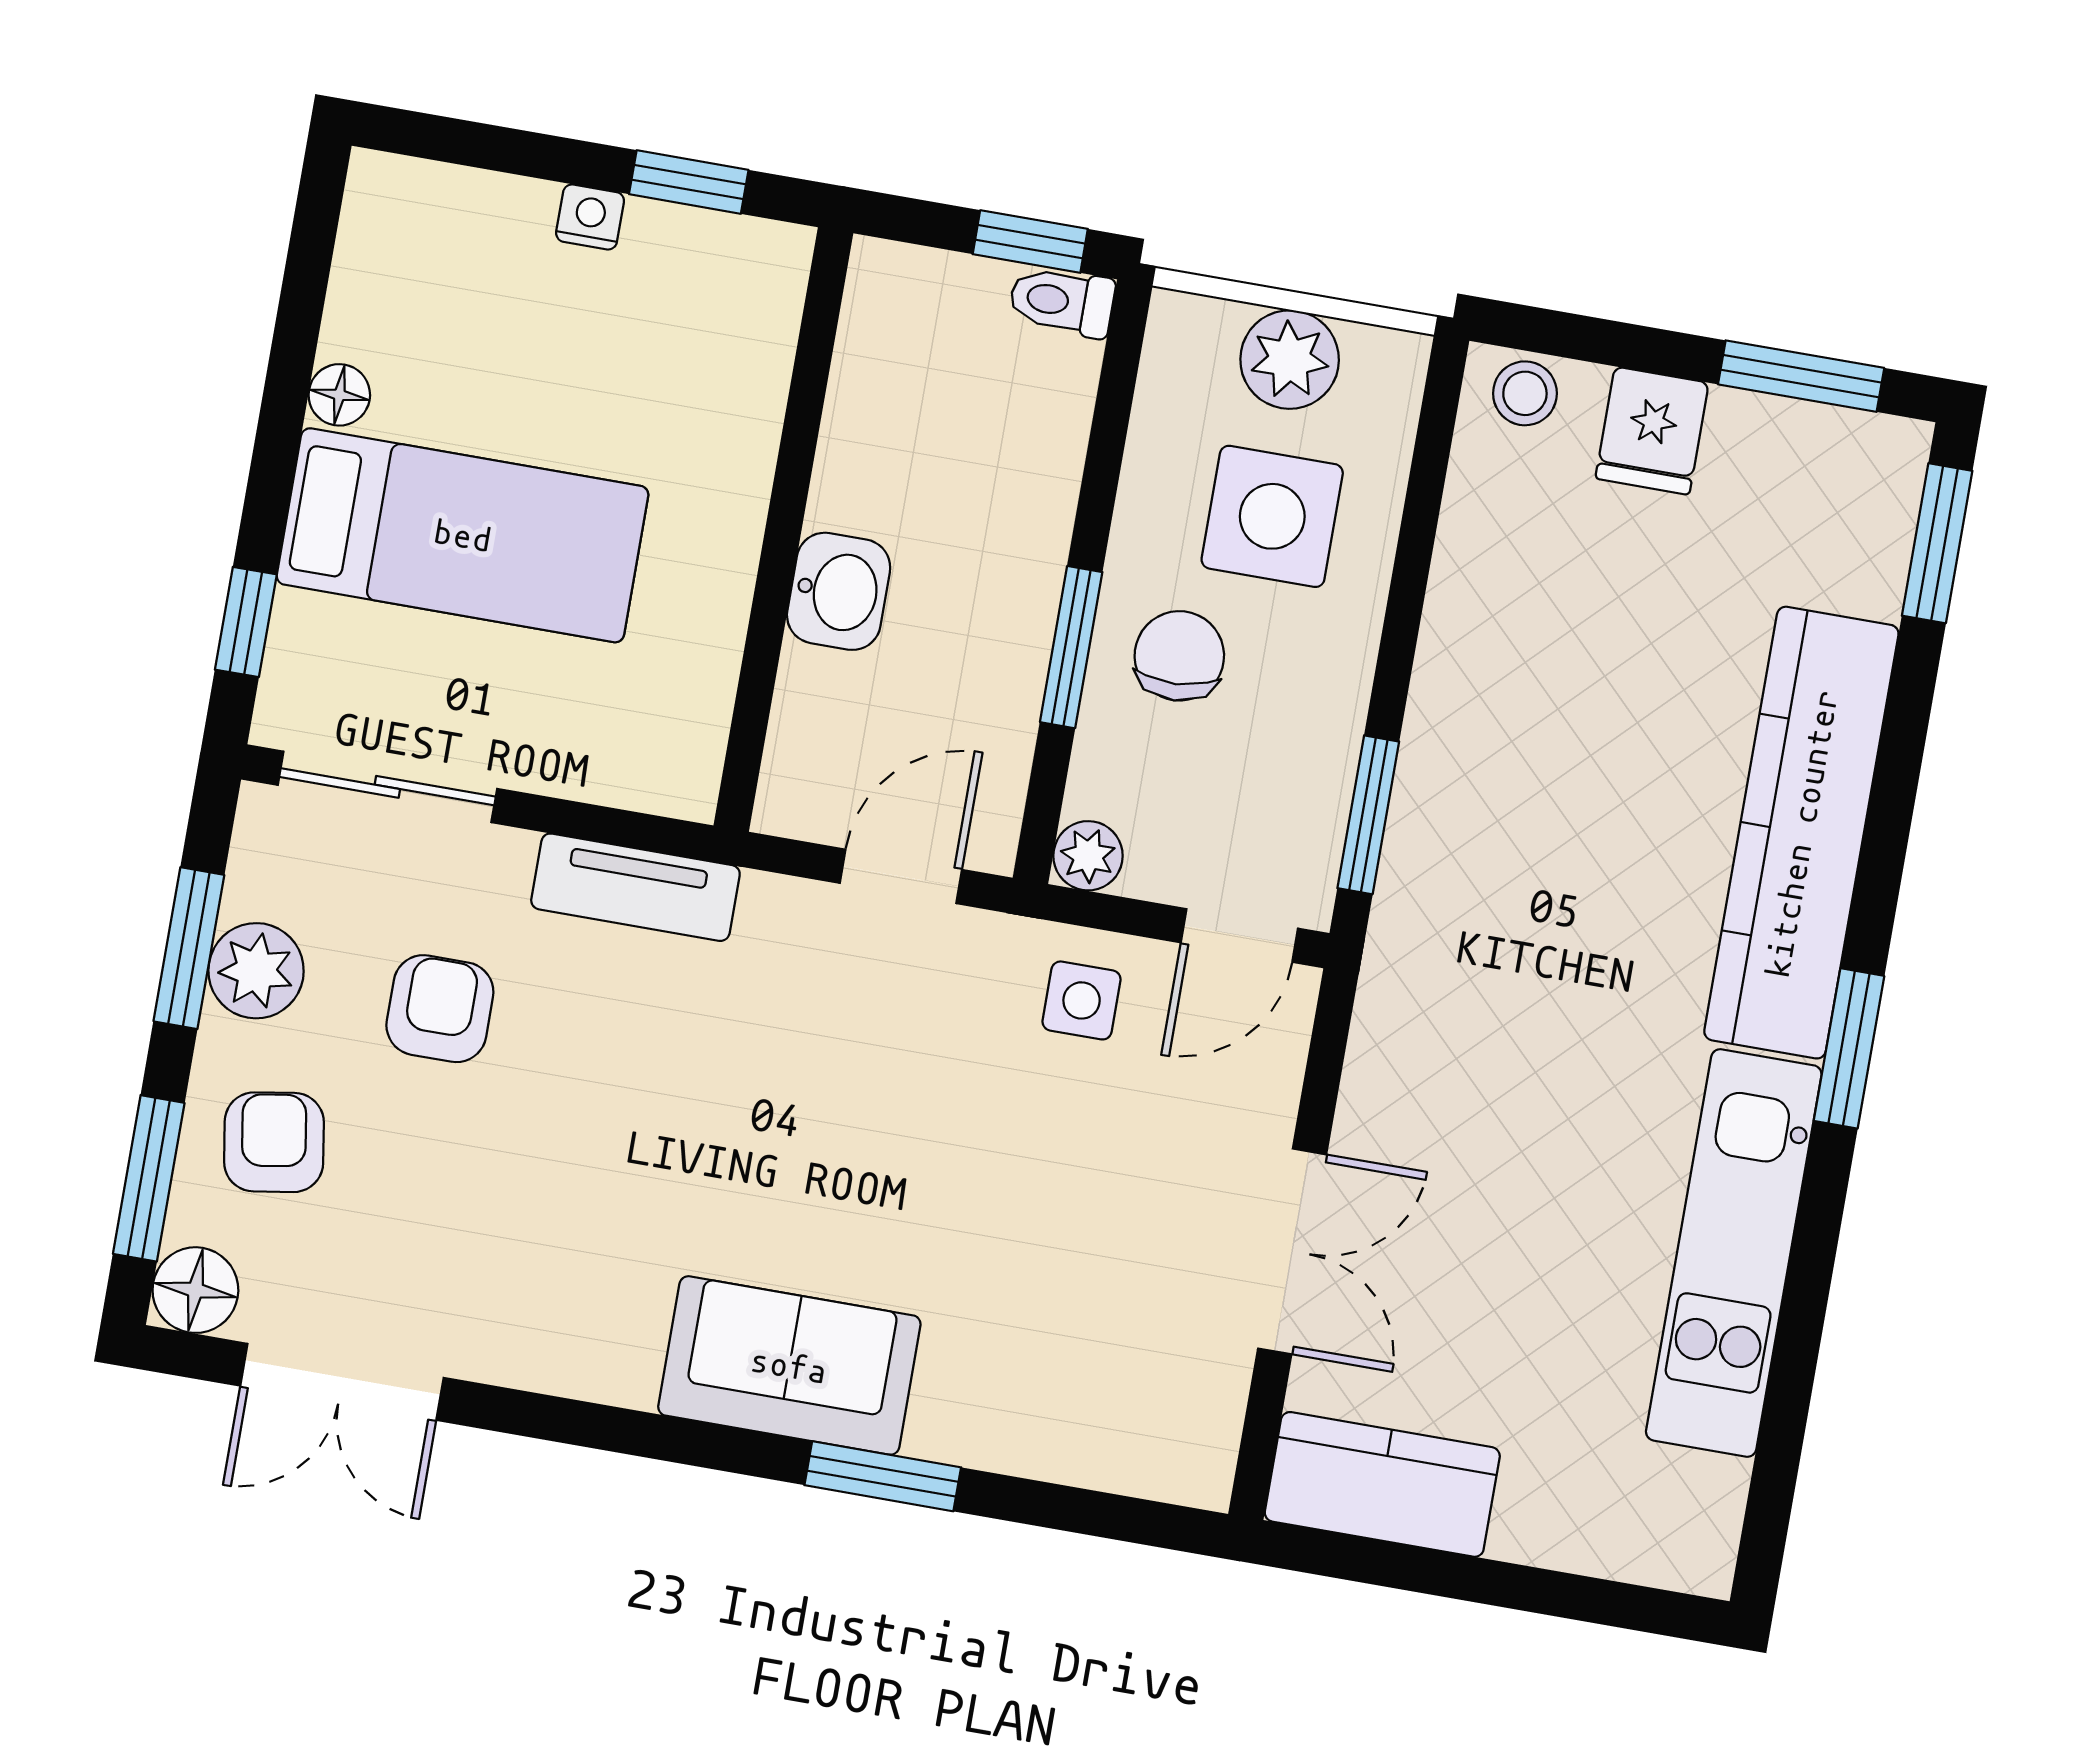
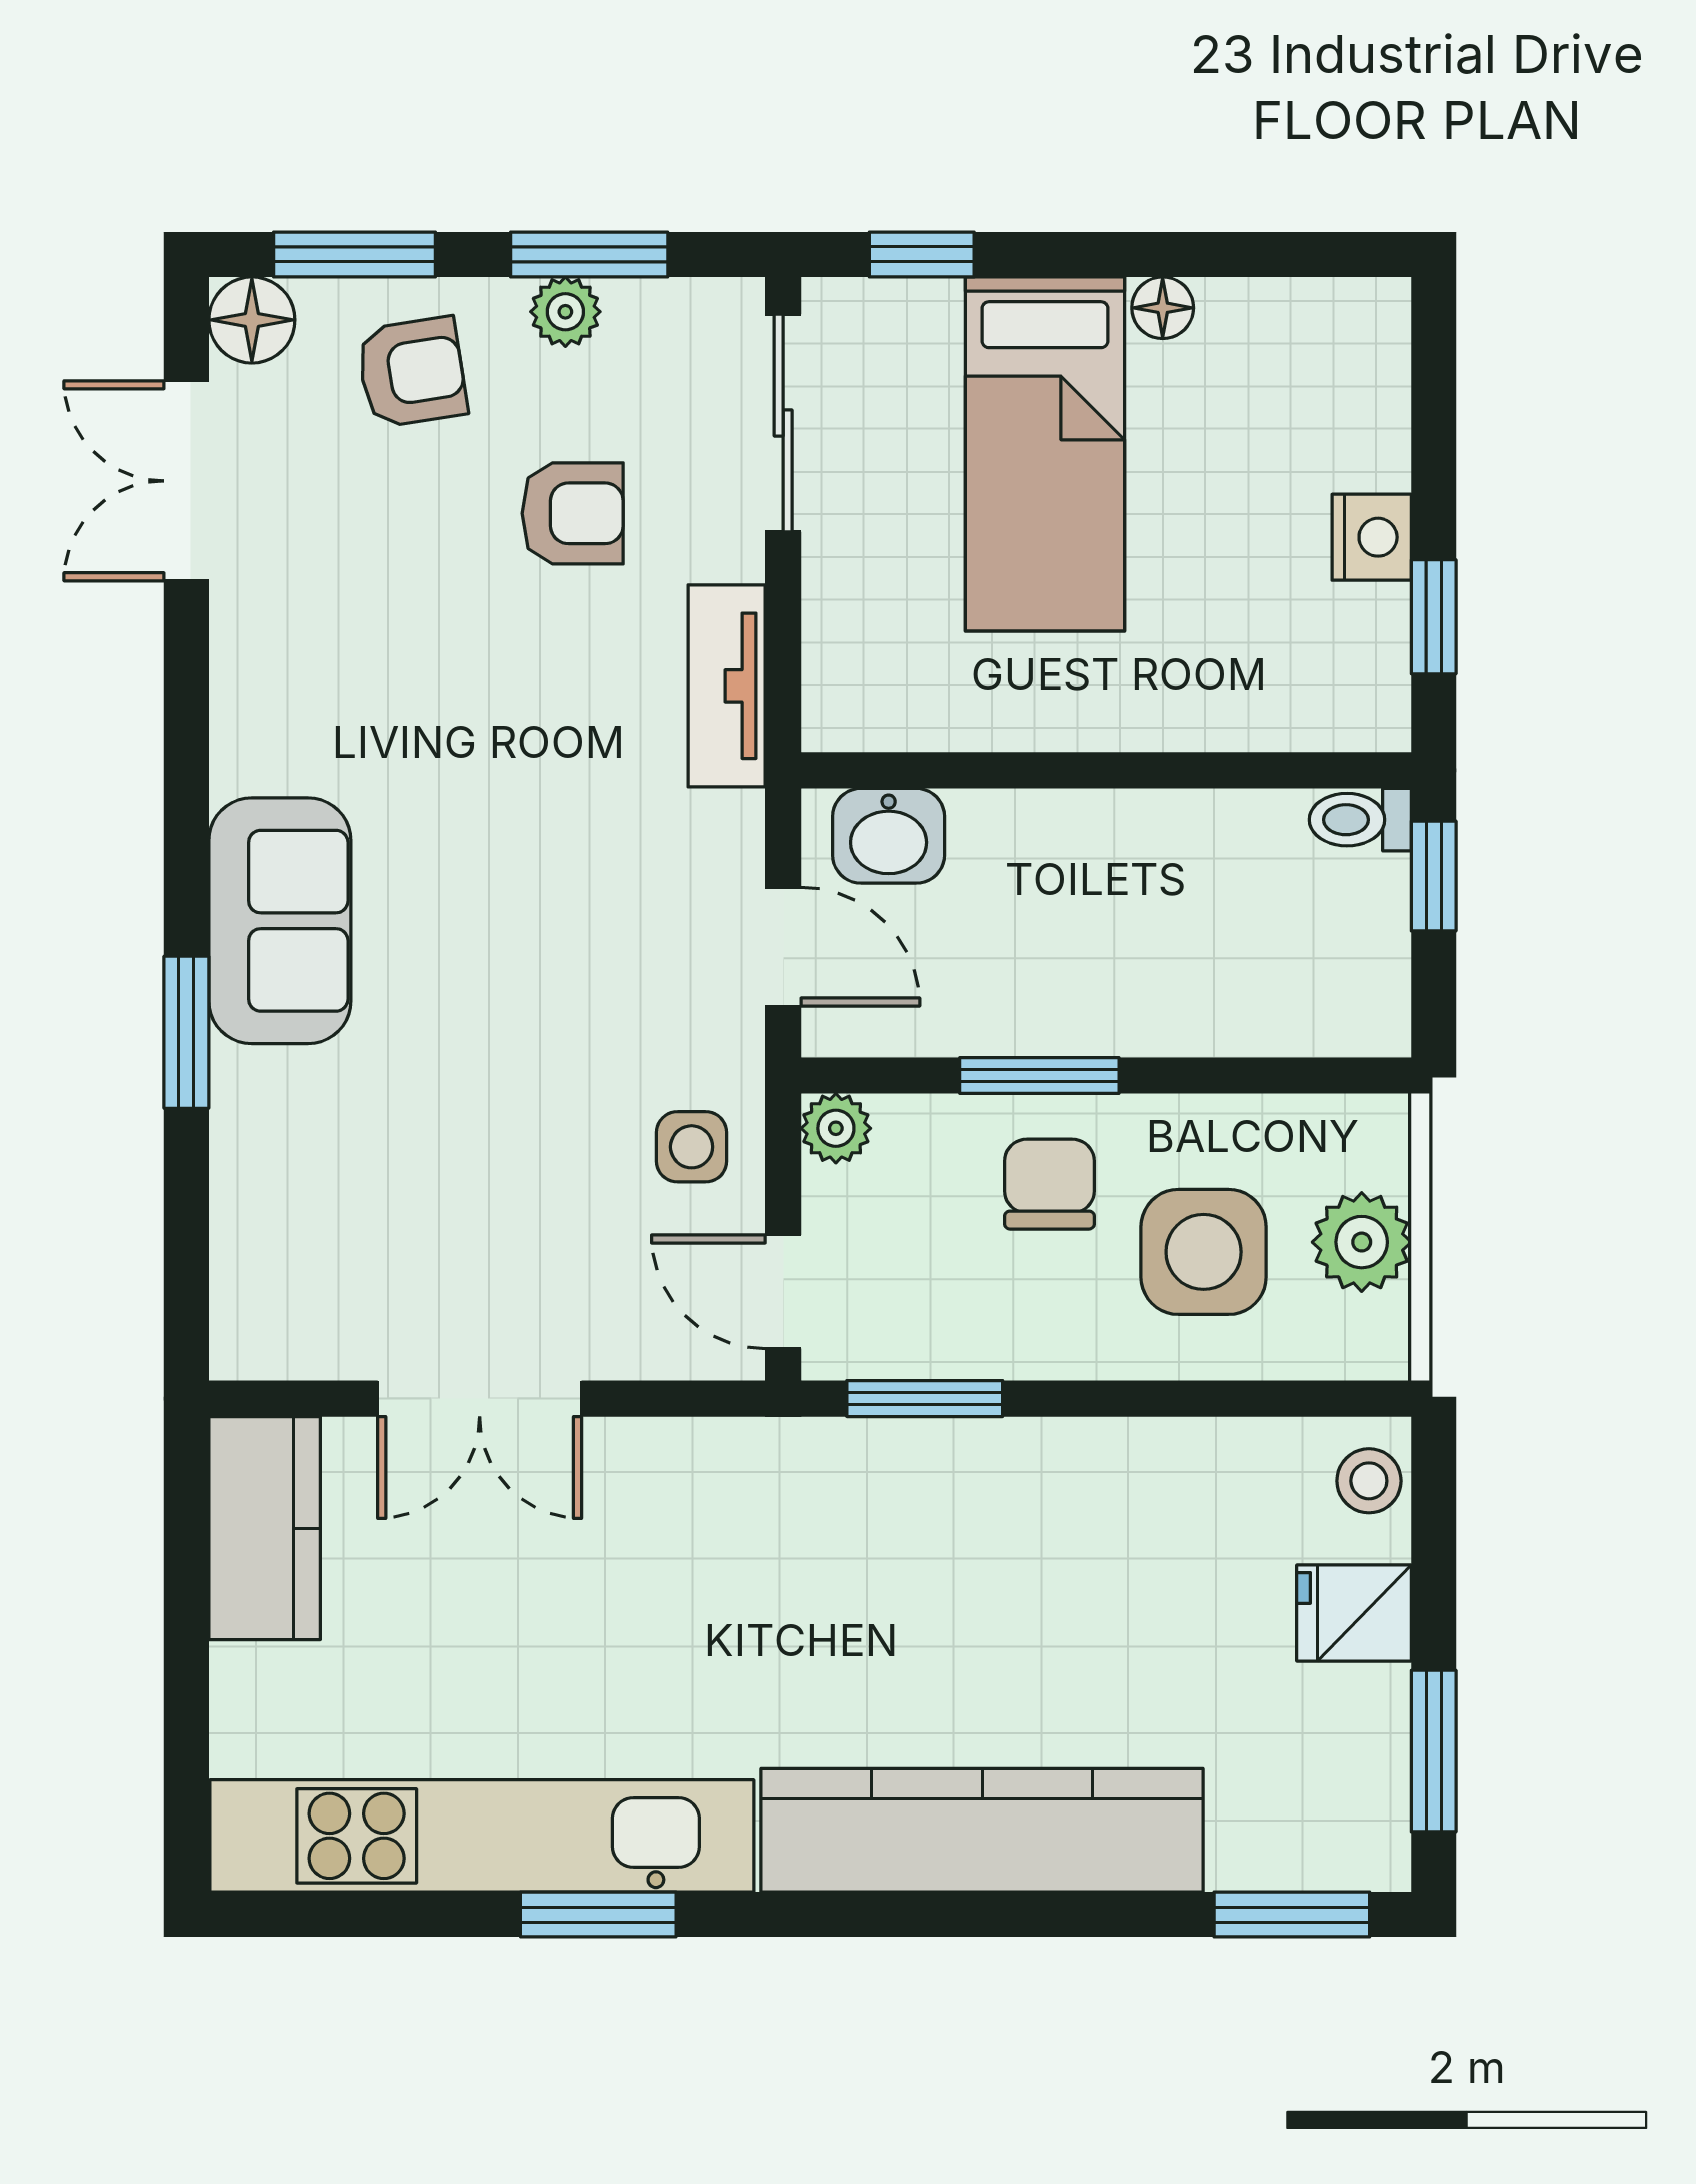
nightstand: (590, 217) -> (1372, 537), width x1.39, depth x1.35
window: (1030, 242) -> (1434, 876), moved
toilet: (1062, 301) -> (1360, 820), moved, turned -90
washbasin: (839, 591) -> (889, 836), moved
chair: (1179, 656) -> (1049, 1184), turned -87
plant: (256, 971) -> (565, 312), width x0.73, depth x0.73
window: (1849, 1048) -> (598, 1915), moved
kitchen unit: (1734, 1253) -> (482, 1836), width x1.36

